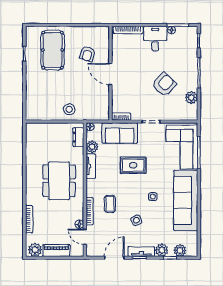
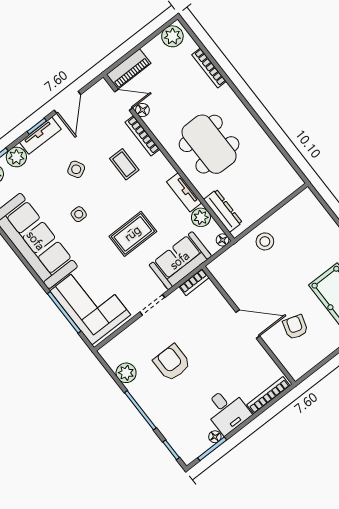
armchair: (164, 85) -> (172, 363), turned 137
dresser: (78, 137) -> (223, 211), width x1.44
piano: (56, 250) -> (129, 69), moved

